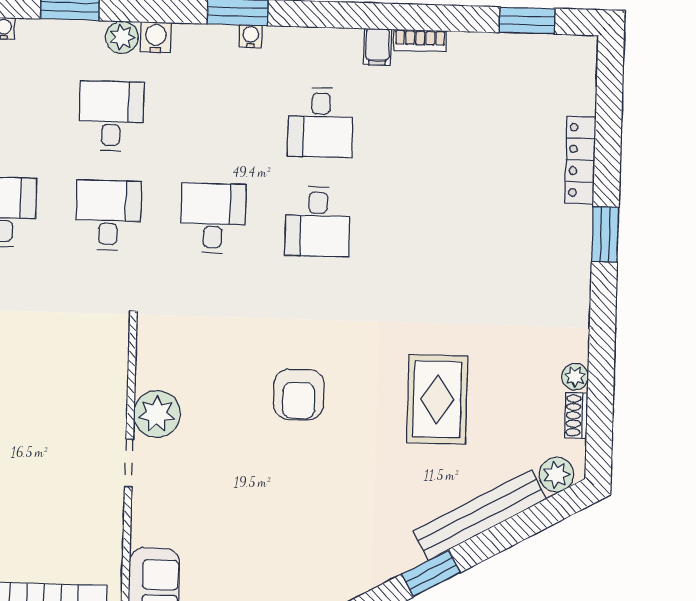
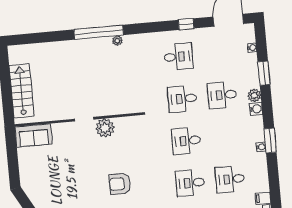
desk: (111, 116) -> (222, 95), turned 180
desk: (108, 215) -> (182, 99), turned 180
desk: (213, 218) -> (186, 141), turned 180

